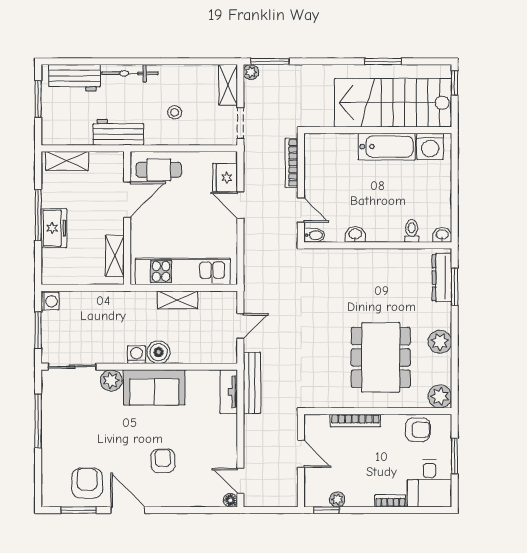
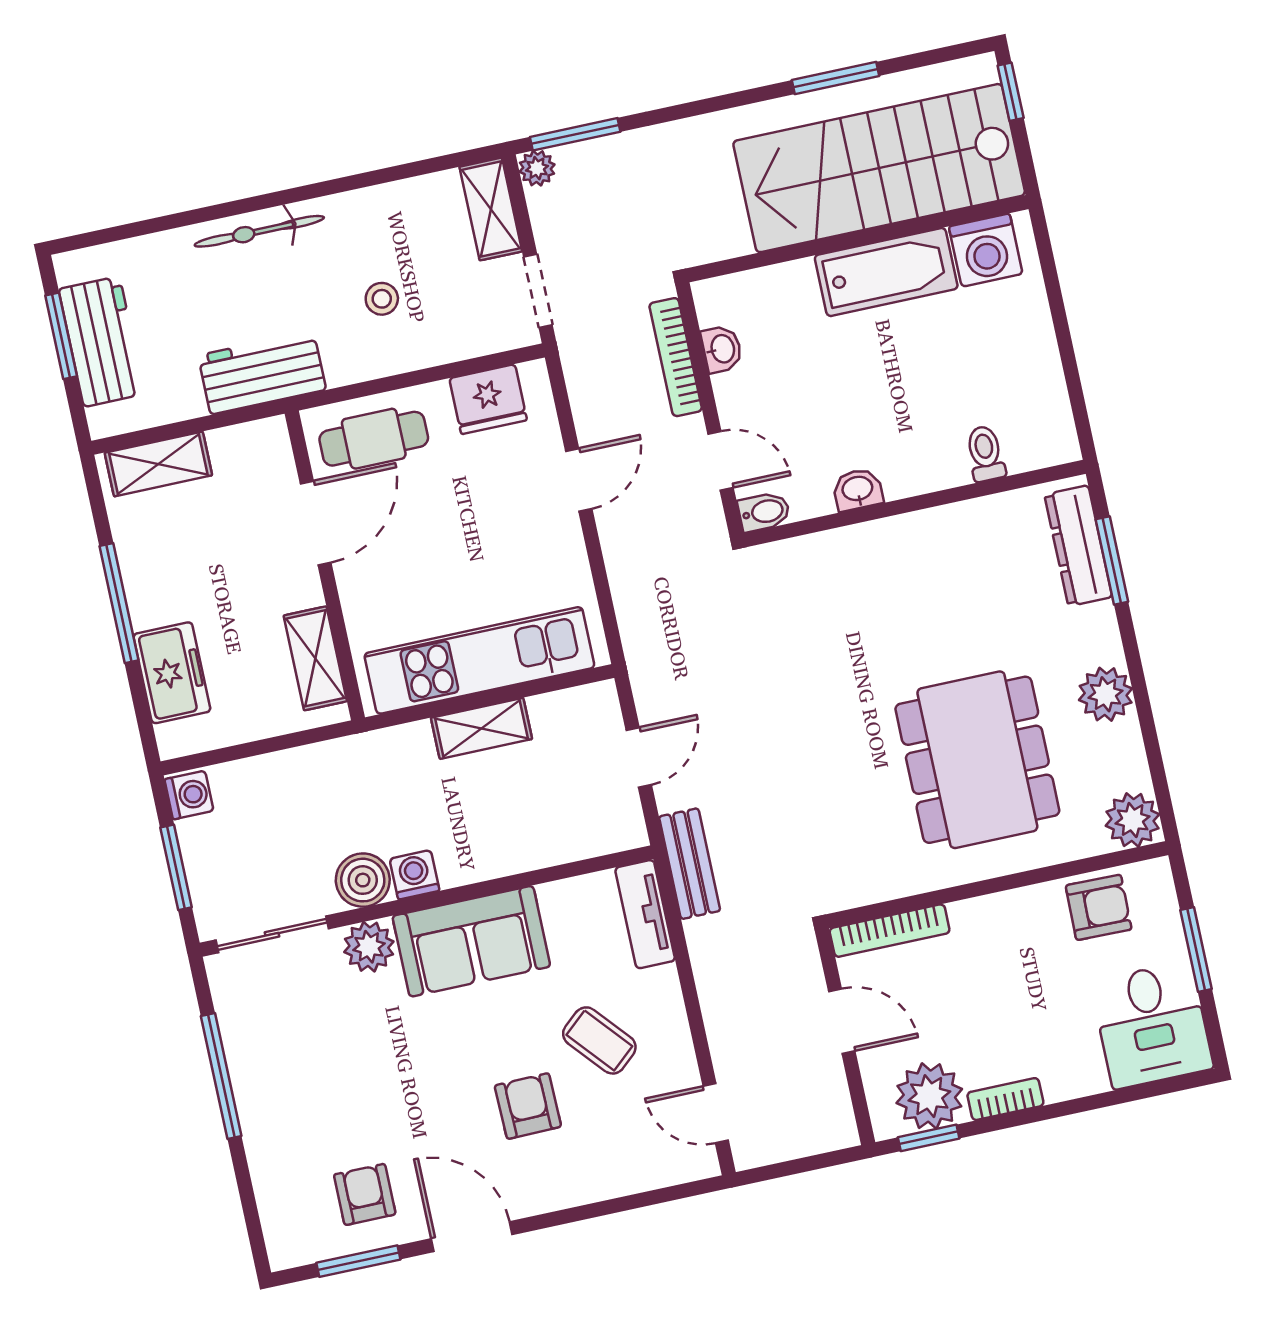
workbench: (74, 78) -> (102, 341), moved, turned -90
fridge: (225, 178) -> (488, 399), moved, turned -90
door: (240, 205) -> (579, 480), swing flipped
freezer: (54, 228) -> (172, 673), moved
washbasin: (442, 235) -> (722, 349), moved, turned 90
boiler: (159, 352) -> (363, 880), moved
bench: (252, 383) -> (690, 864), width x0.73
bookcase: (355, 420) -> (890, 931), moved
coffee table: (198, 440) -> (599, 1040), added
armchair: (87, 483) -> (365, 1194), width x0.72, depth x0.72
plant: (337, 499) -> (929, 1096), width x1.88, depth x1.88
floor lamp: (230, 500) -> (703, 1163), removed
bookcase: (390, 501) -> (1005, 1099), moved

